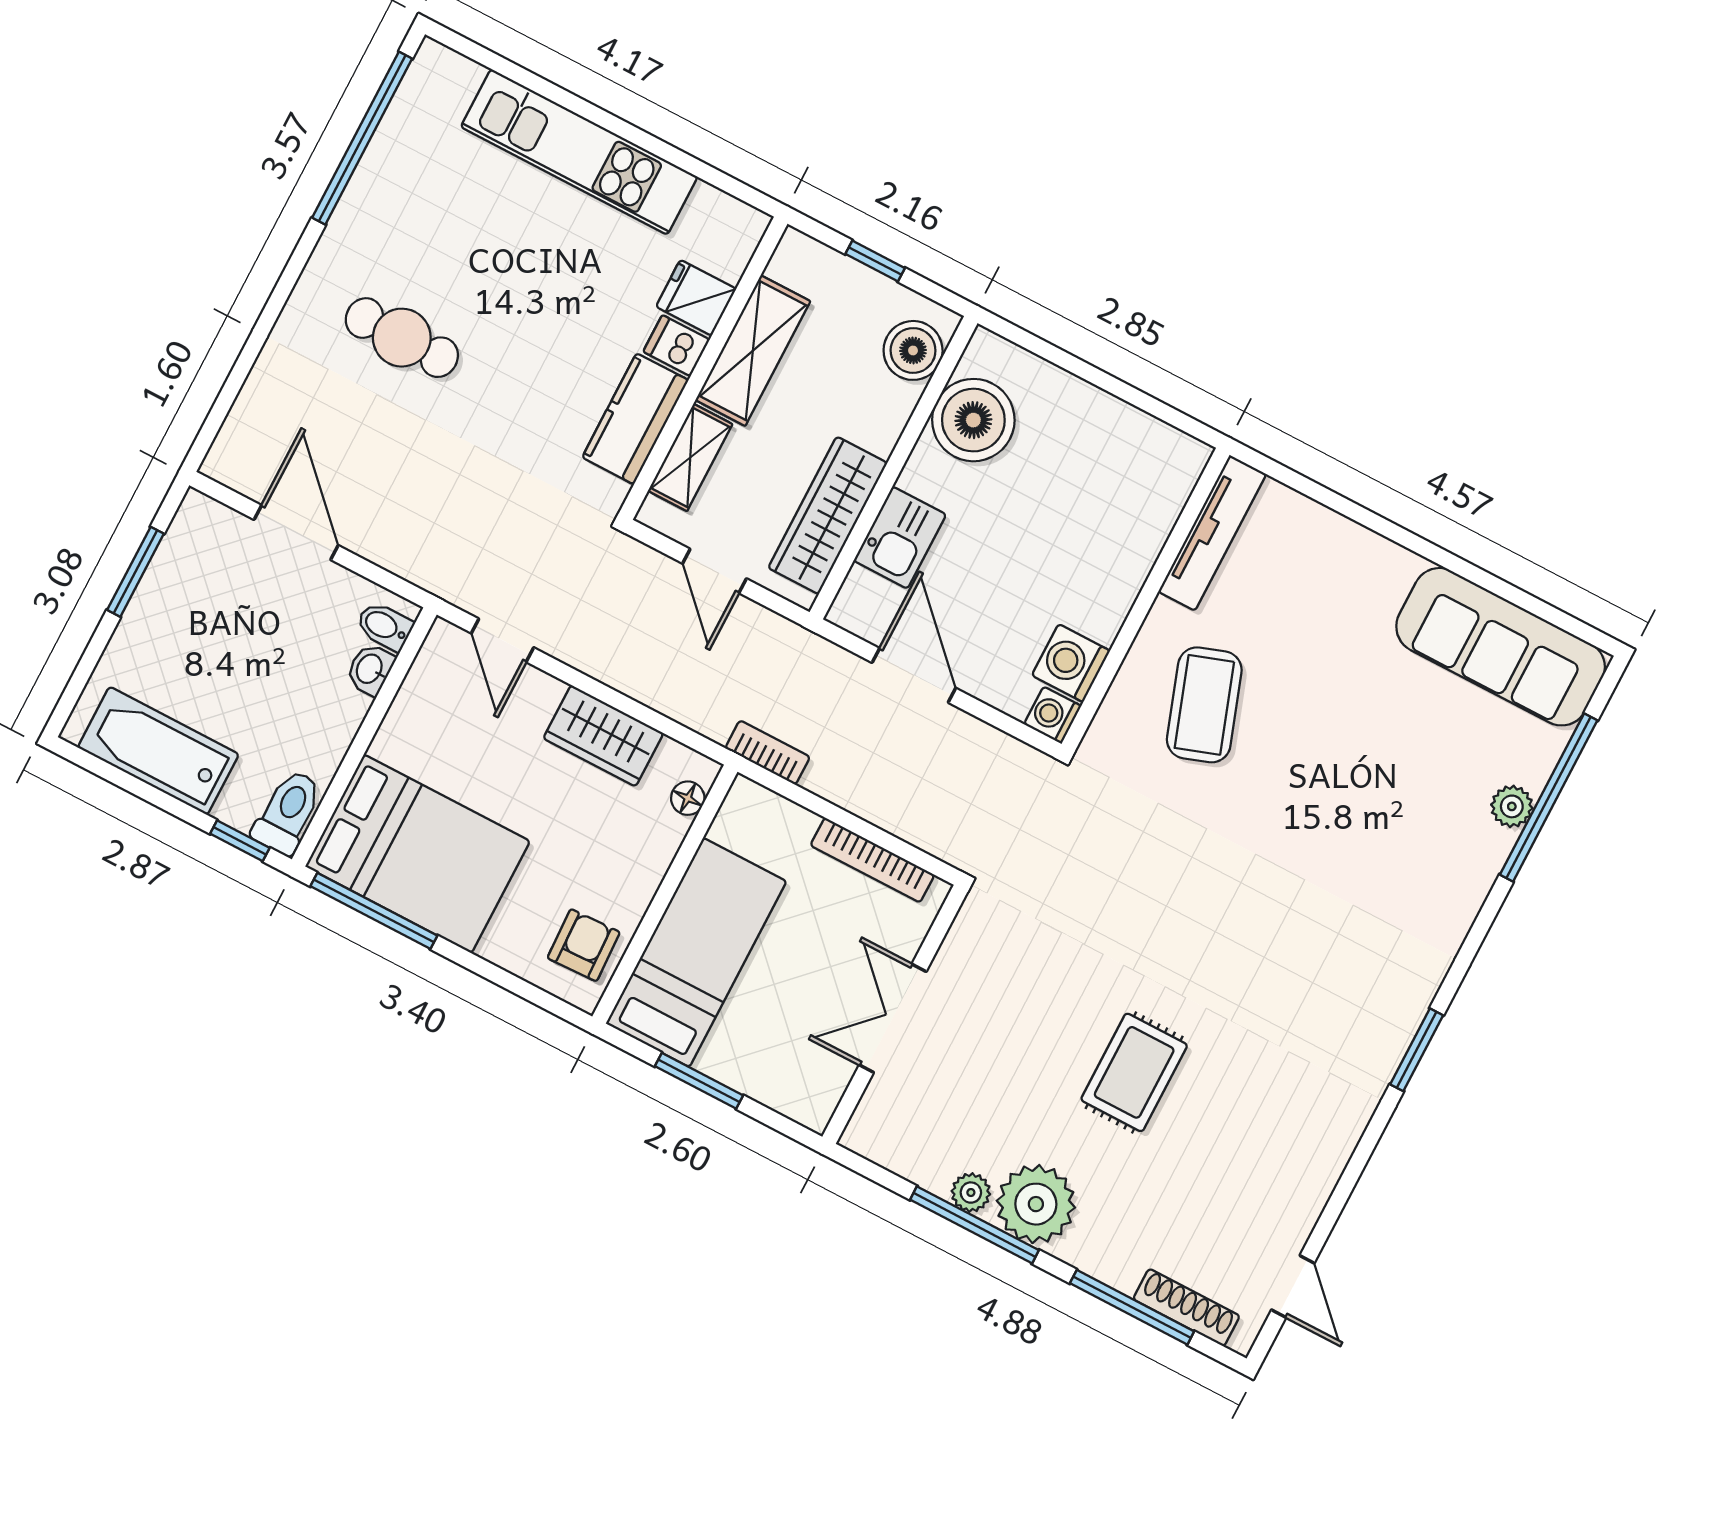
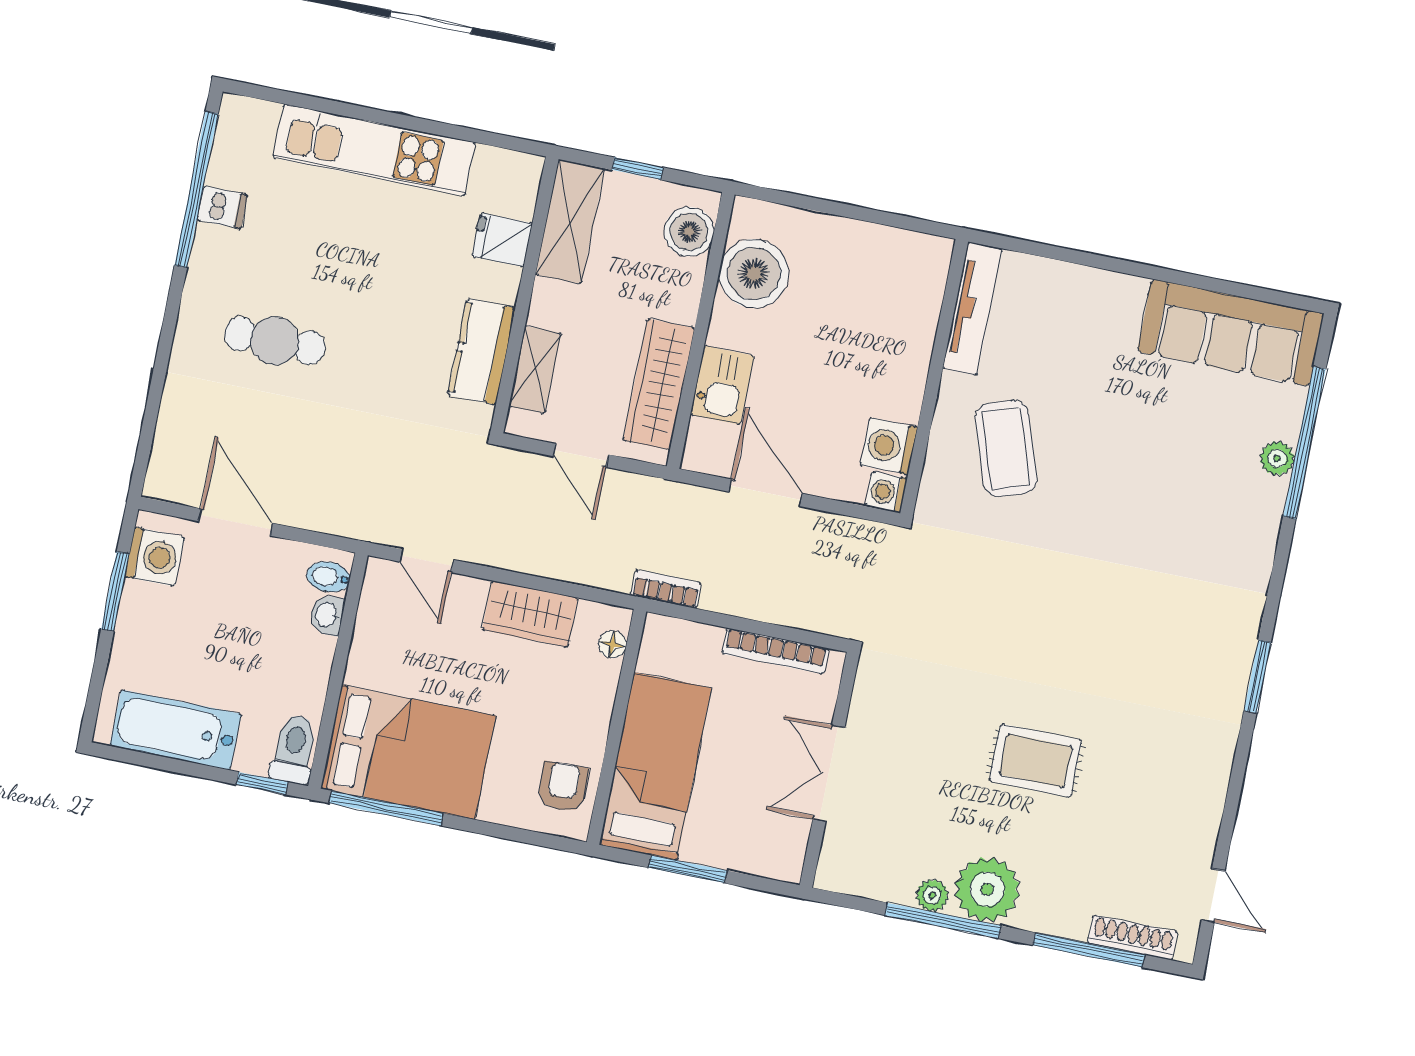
dishwasher: (676, 346) -> (222, 207), moved, turned 180
shelving: (753, 351) -> (570, 222), moved
washing machine: (192, 545) -> (155, 557), added
rug: (1134, 1072) -> (1035, 761), turned 90

